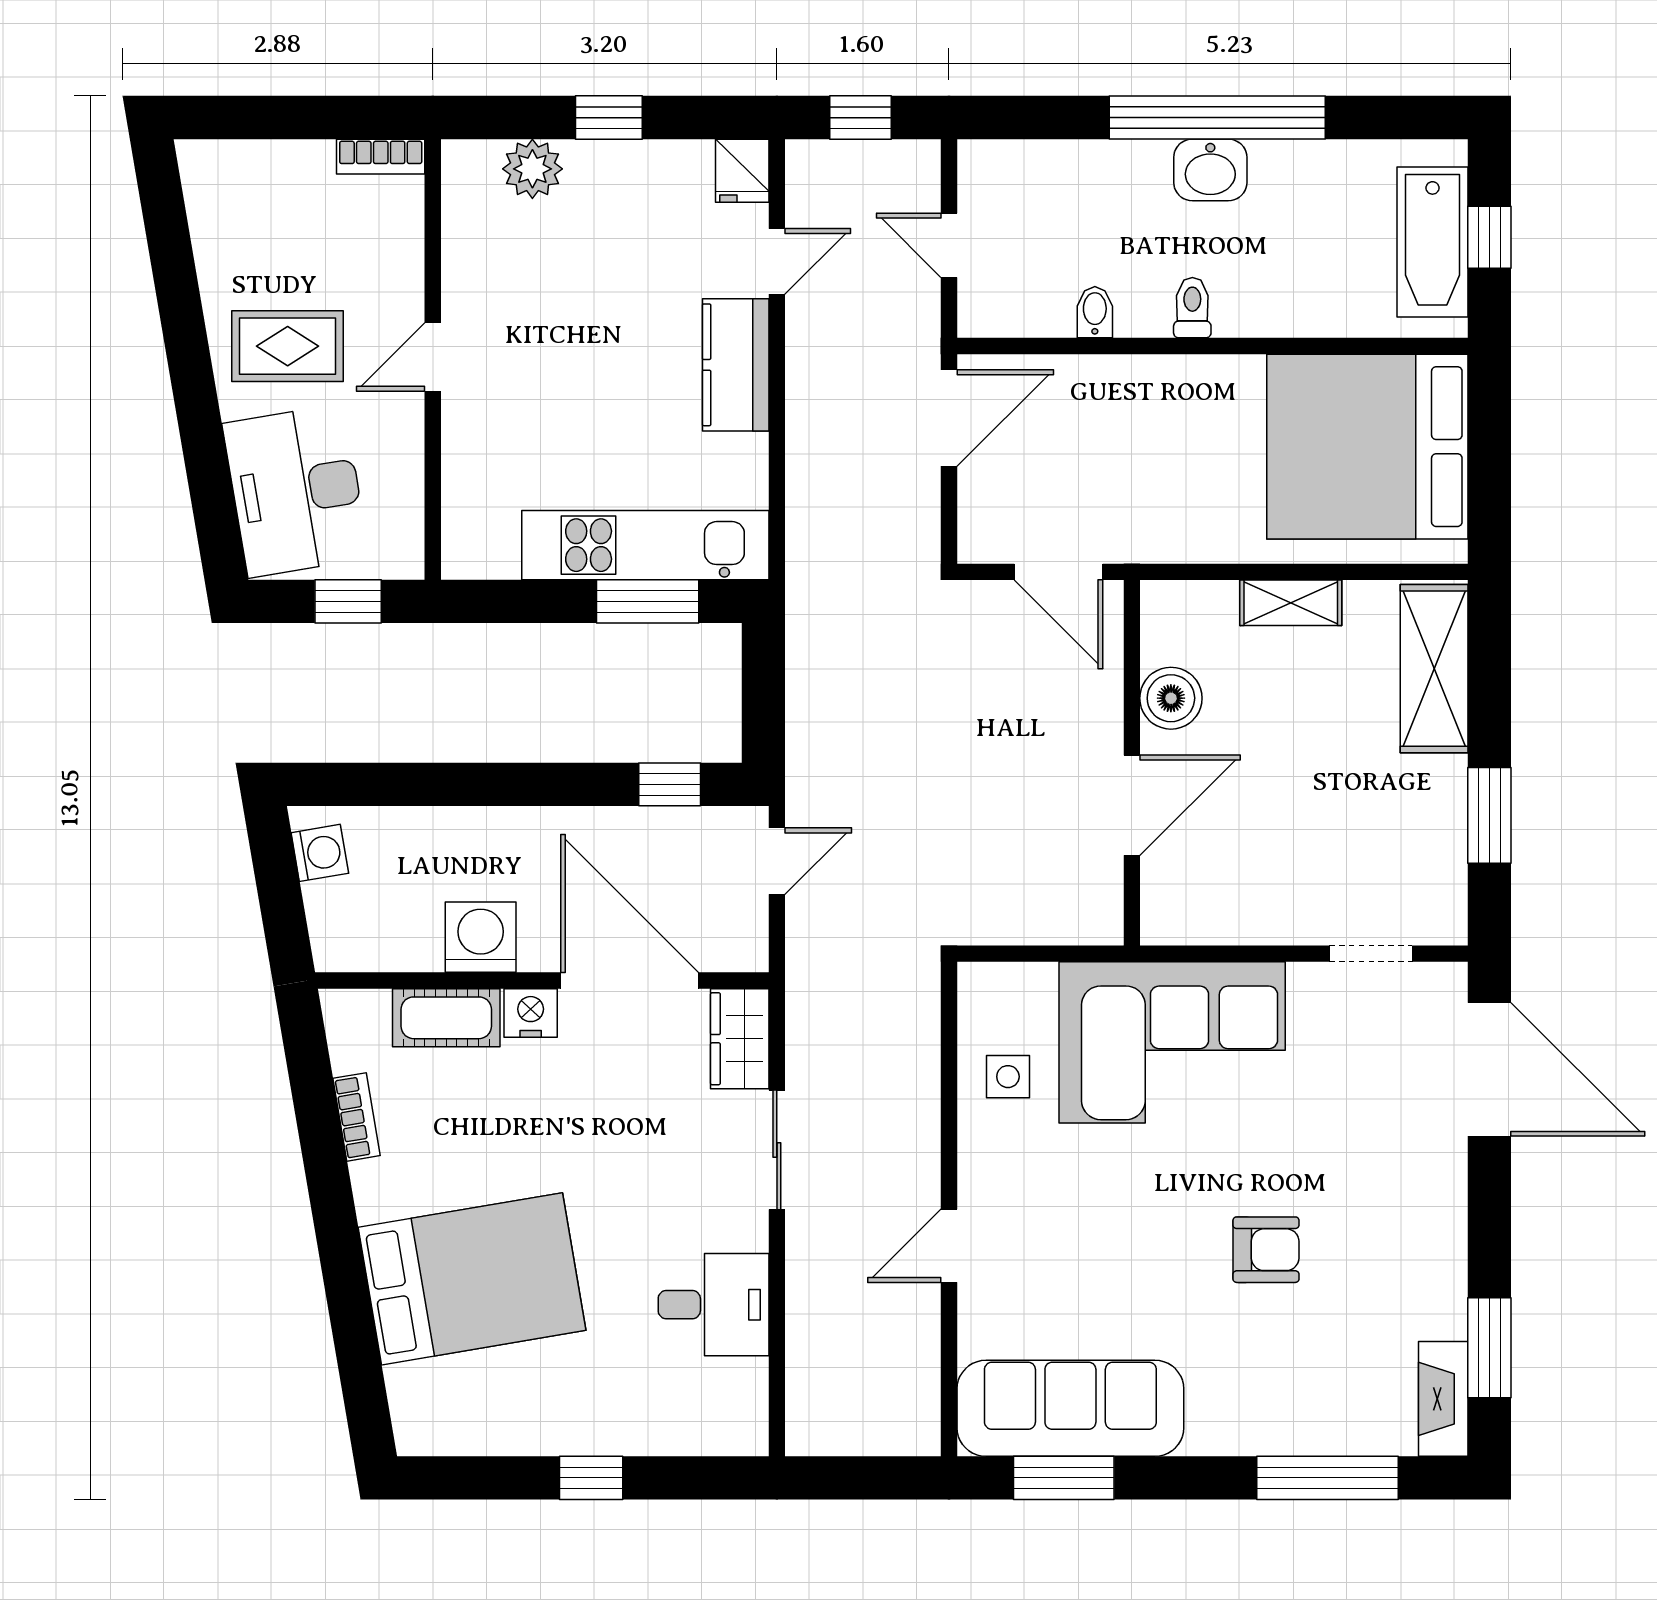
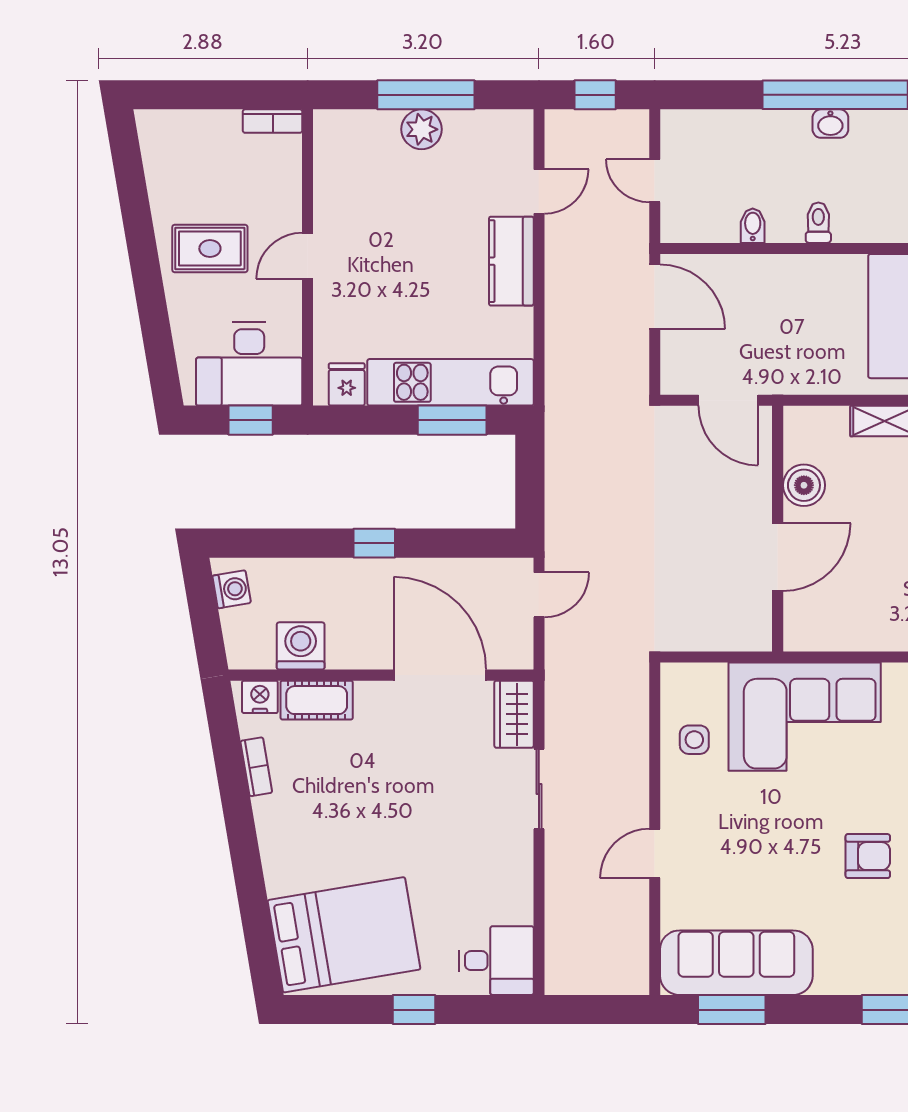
window: (609, 118) -> (426, 95), width x2.17
plant: (532, 169) -> (422, 129), moved
washbasin: (1210, 170) -> (830, 124), width x0.72, depth x0.69
fridge: (742, 171) -> (347, 384), moved, turned 180
door: (949, 418) -> (655, 297), hinge flipped
desk: (296, 491) -> (249, 364), moved, turned -80
window: (670, 784) -> (374, 543), moved
washing machine: (481, 937) -> (301, 646), moved
nightstand: (531, 1013) -> (260, 697), moved
bed: (472, 1279) -> (344, 935), moved
desk: (714, 1305) -> (496, 961), moved

